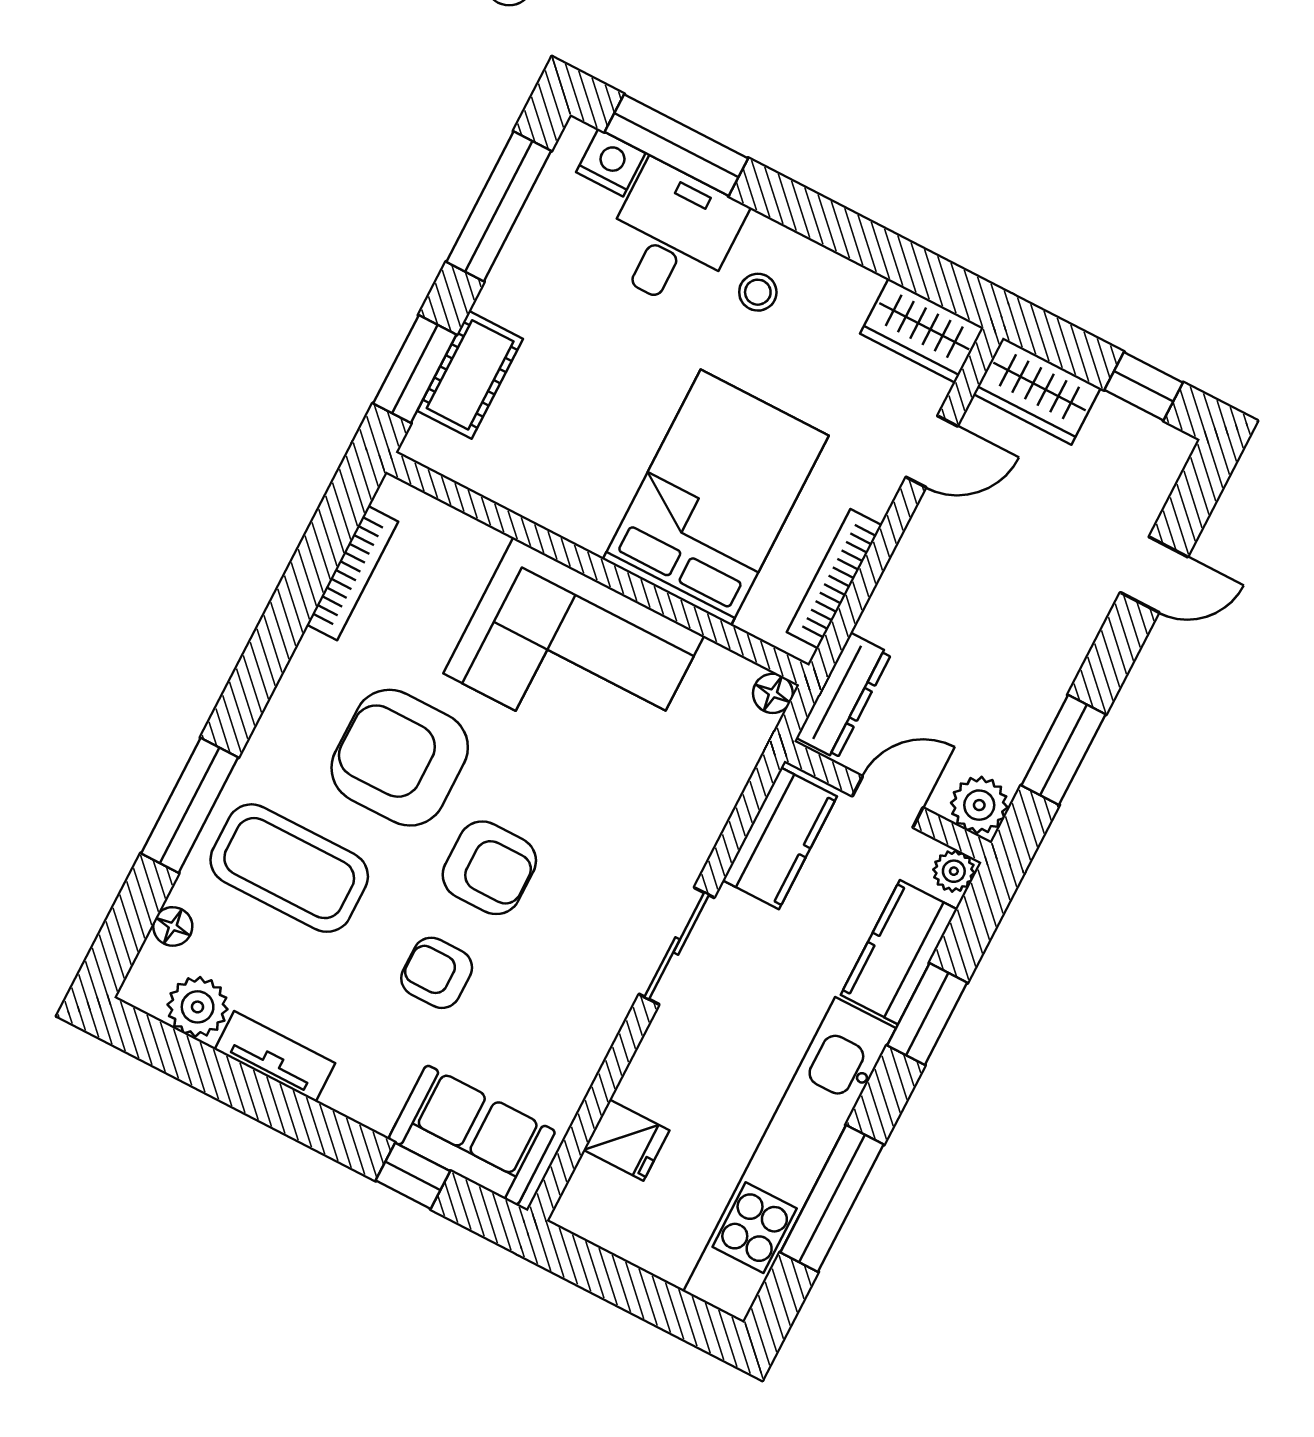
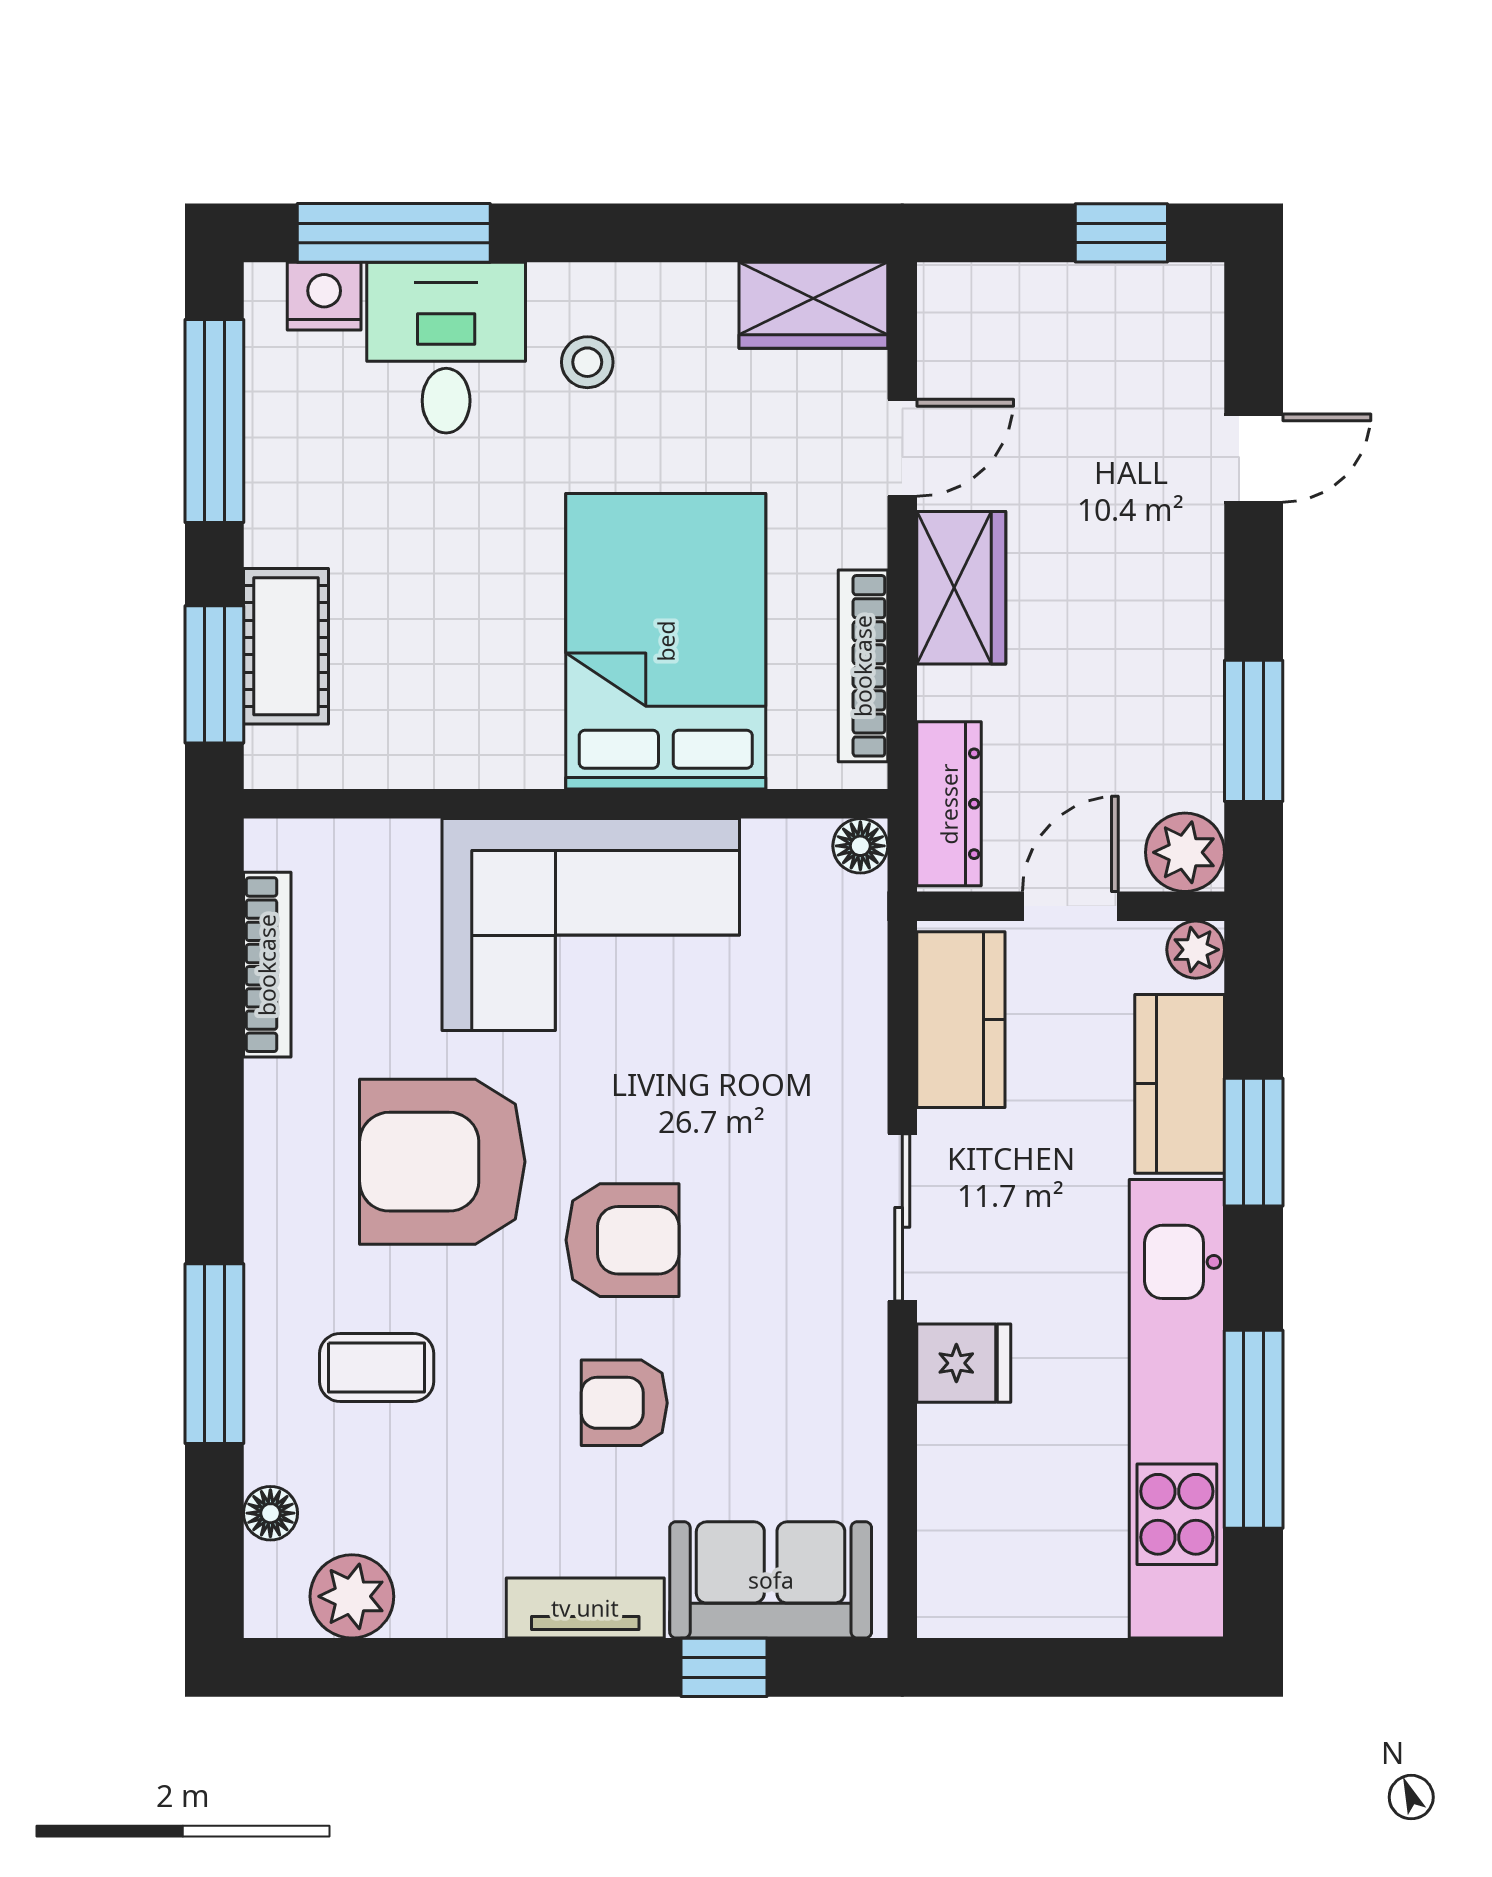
wardrobe: (1037, 391) -> (961, 588), moved, turned -90
coffee table: (289, 868) -> (377, 1367), width x0.54, depth x0.58
tv unit: (275, 1056) -> (585, 1608), moved
fridge: (626, 1140) -> (964, 1363), moved

